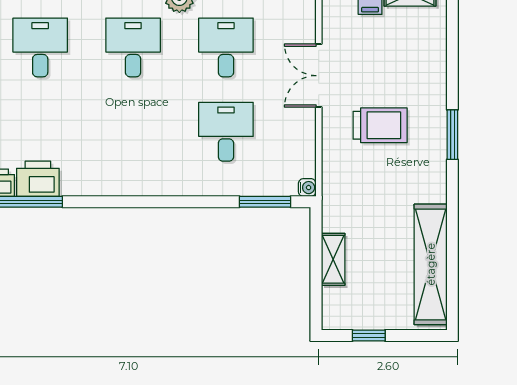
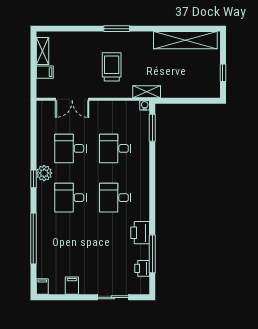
desk: (40, 47) -> (115, 198), moved
double door: (319, 76) -> (72, 99), moved
printer: (38, 179) -> (140, 233), moved
shelving: (333, 259) -> (147, 92), moved

